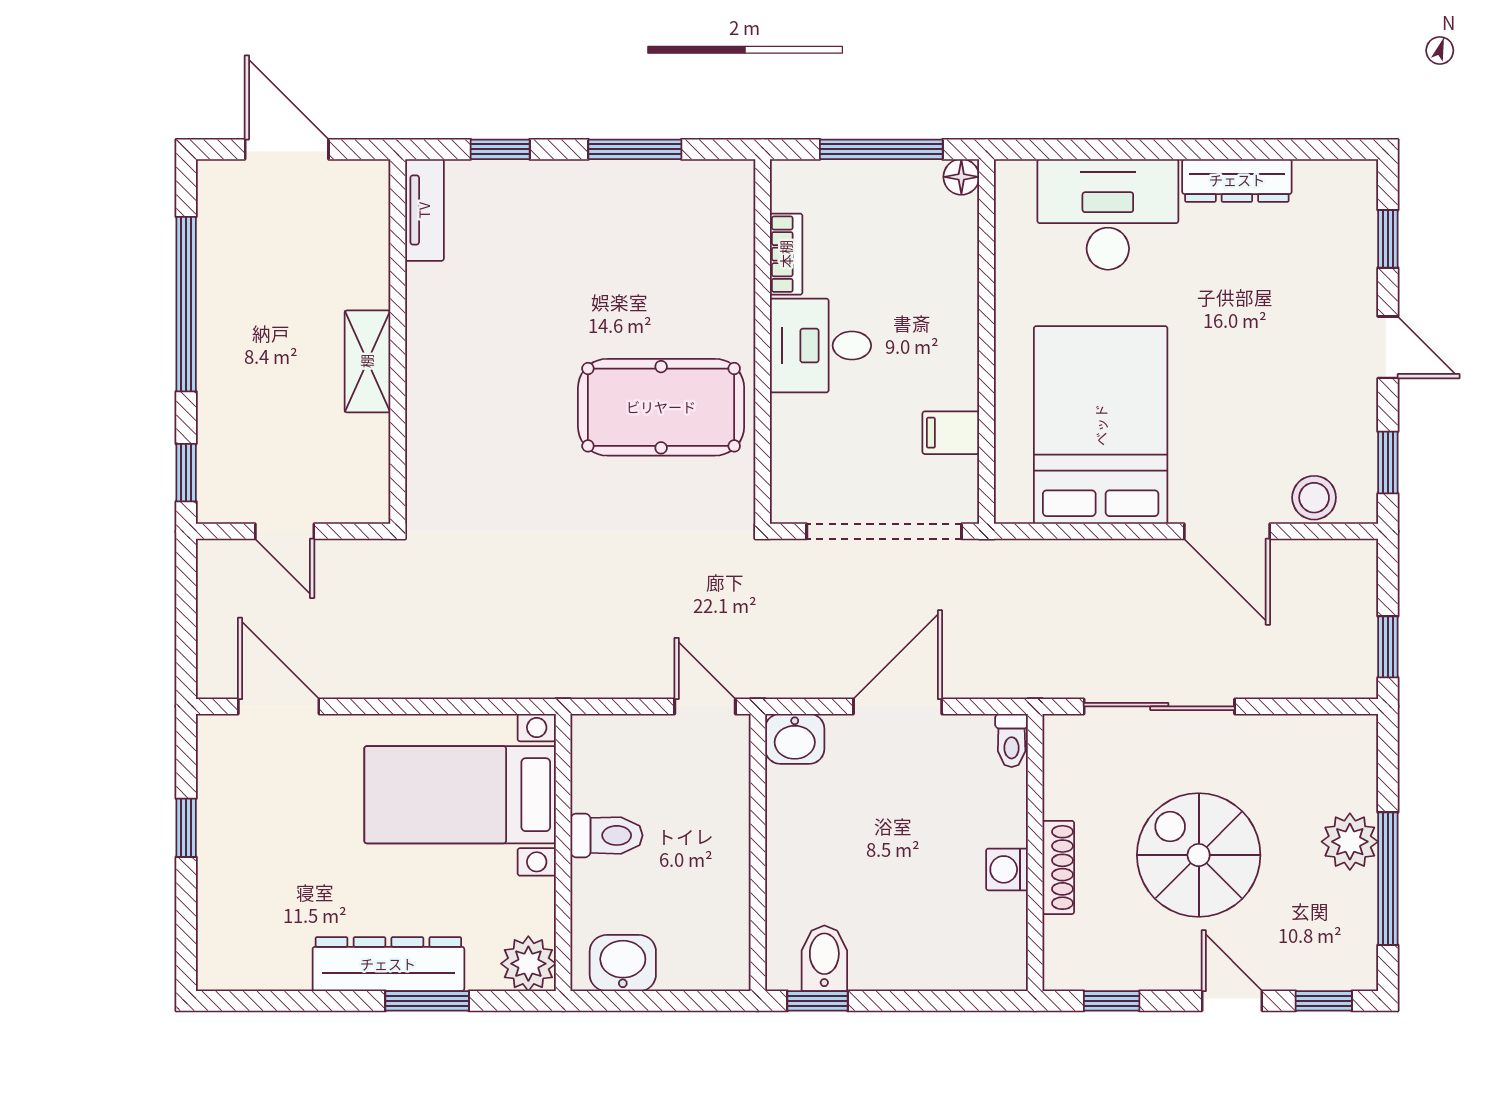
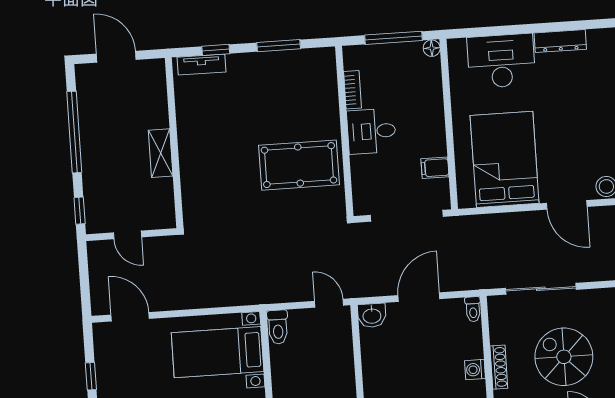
tv unit: (424, 210) -> (201, 65), moved, turned 90
toilet: (607, 835) -> (278, 327), moved, turned 90

